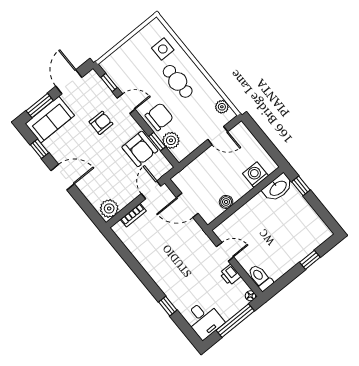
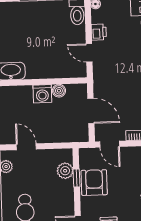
chair: (159, 117) -> (60, 196), removed
washing machine: (256, 175) -> (42, 94), moved
door: (151, 190) -> (110, 144), hinge flipped

